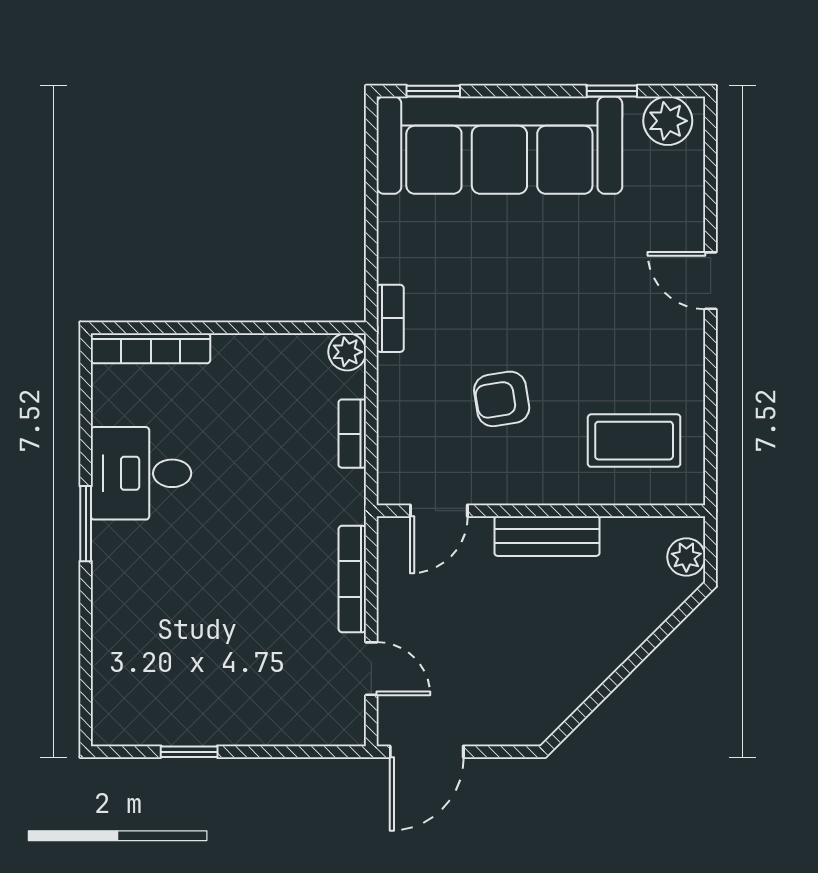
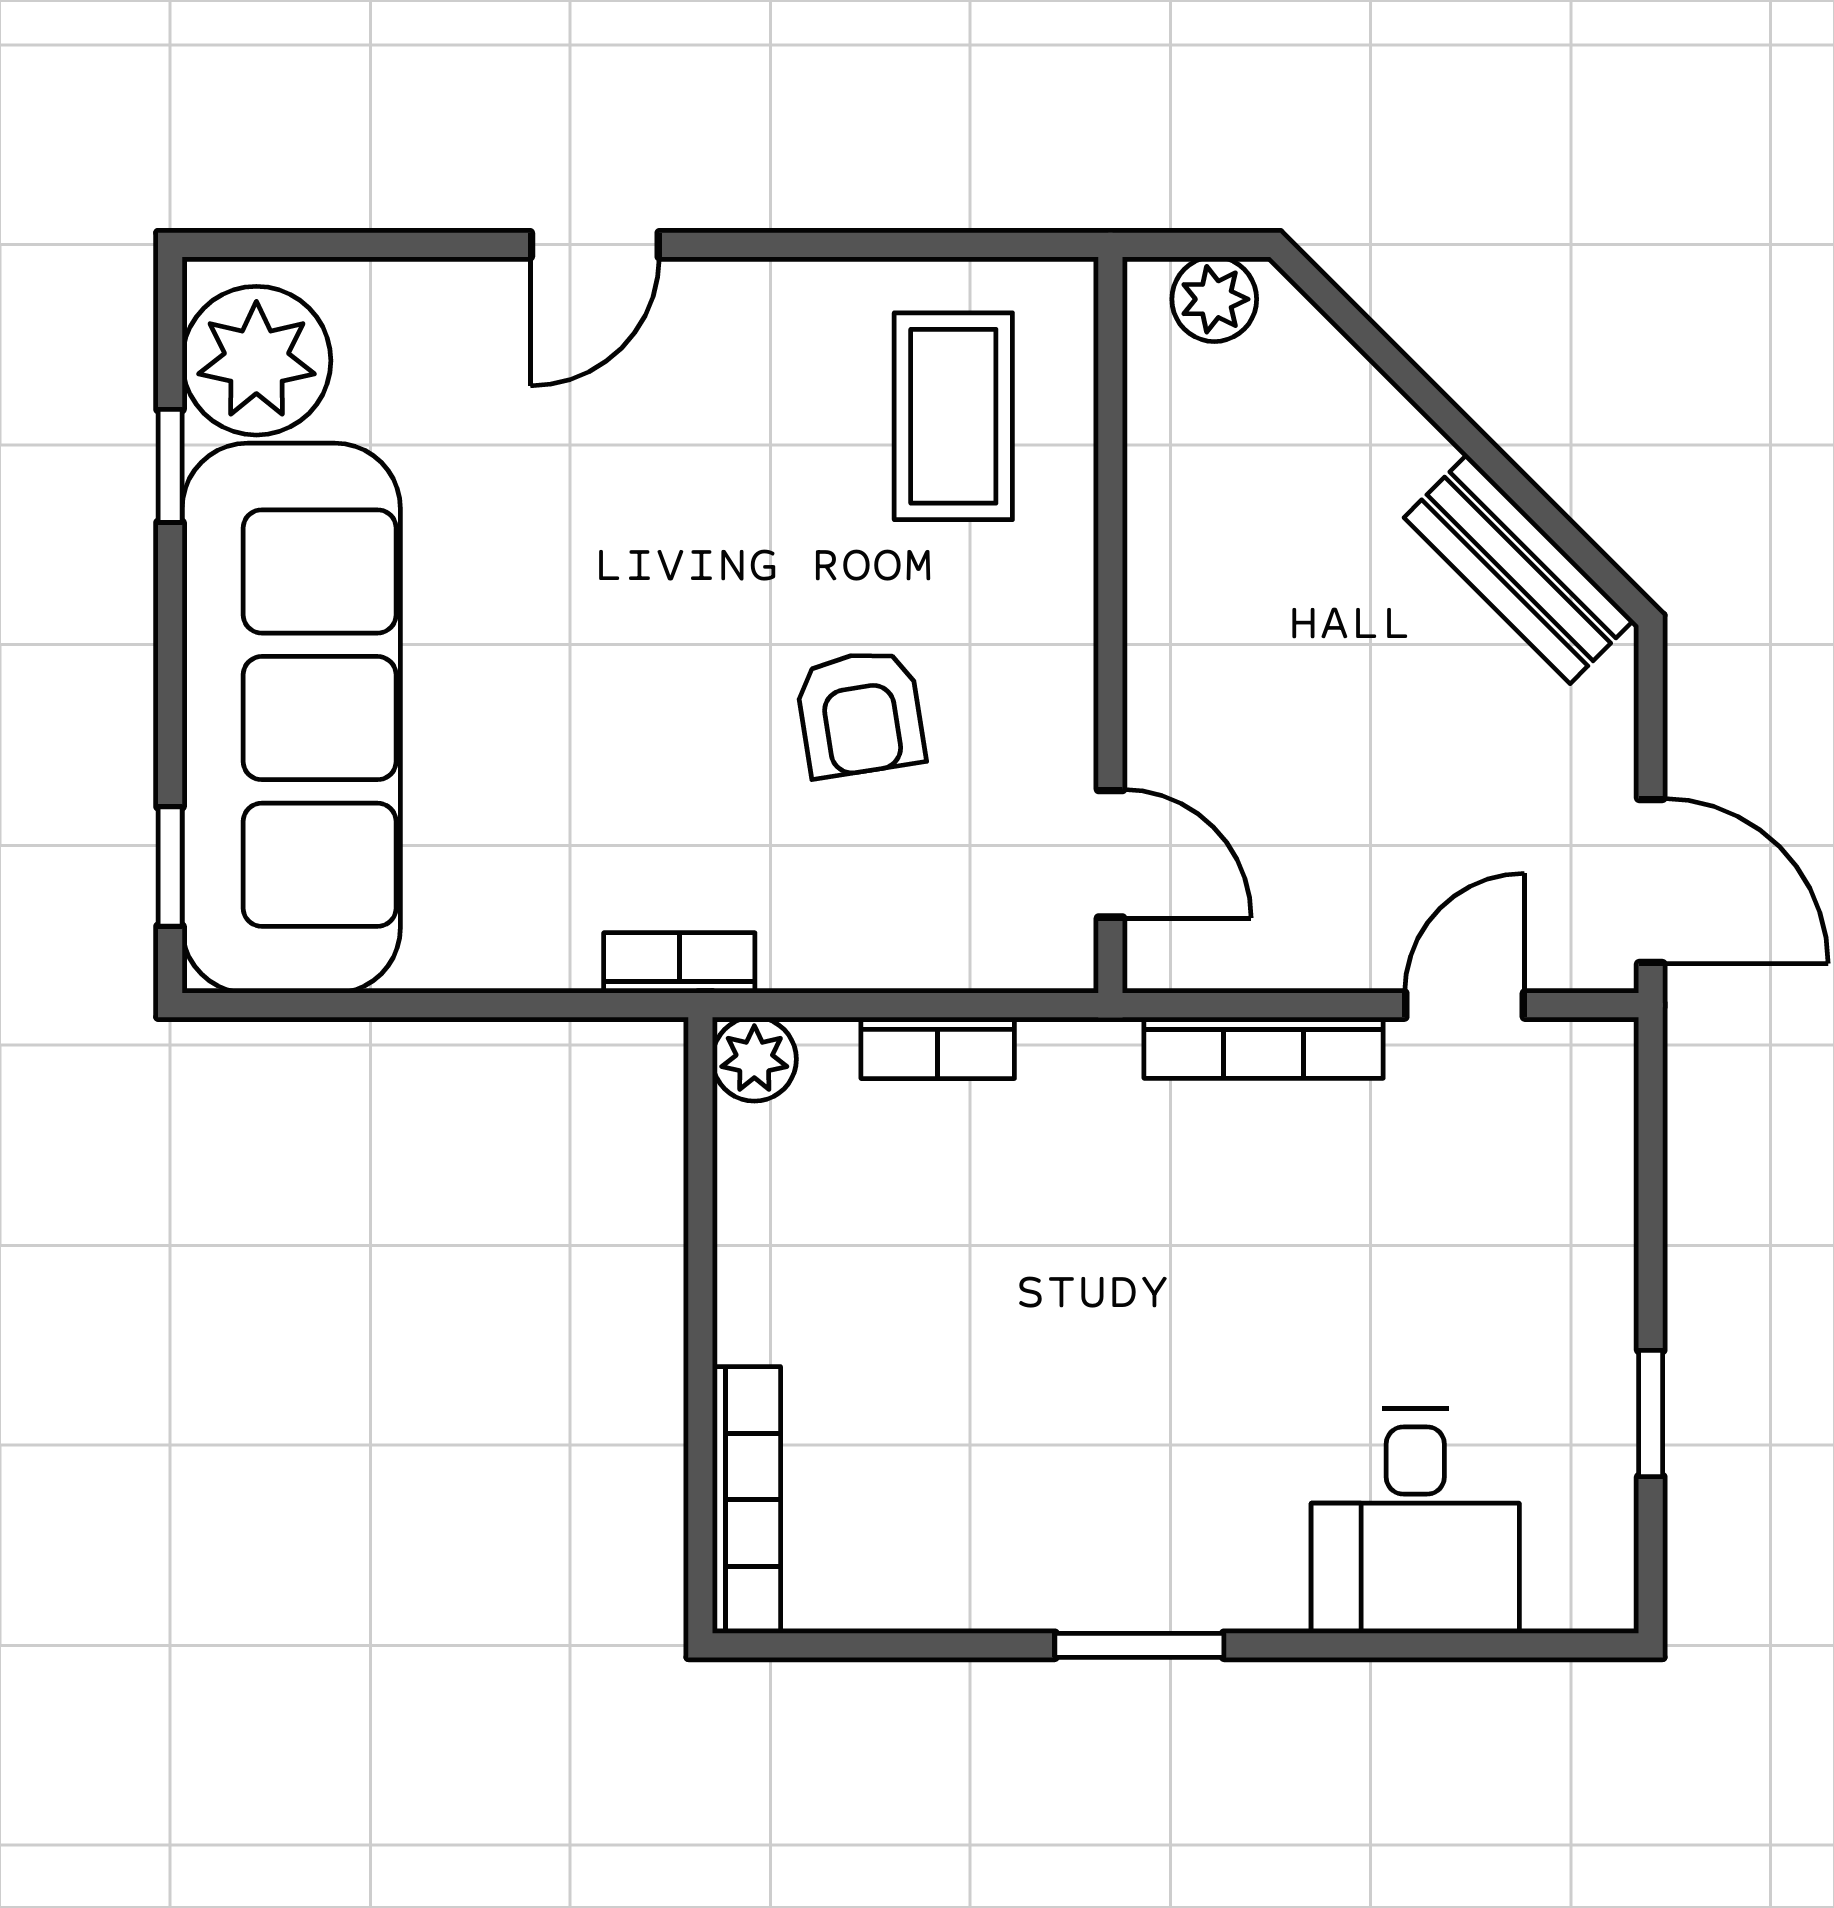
plant: (668, 121) -> (256, 361), width x1.36, depth x1.36
desk: (141, 473) -> (1415, 1521), moved
bench: (547, 536) -> (1519, 569), moved, turned -45

